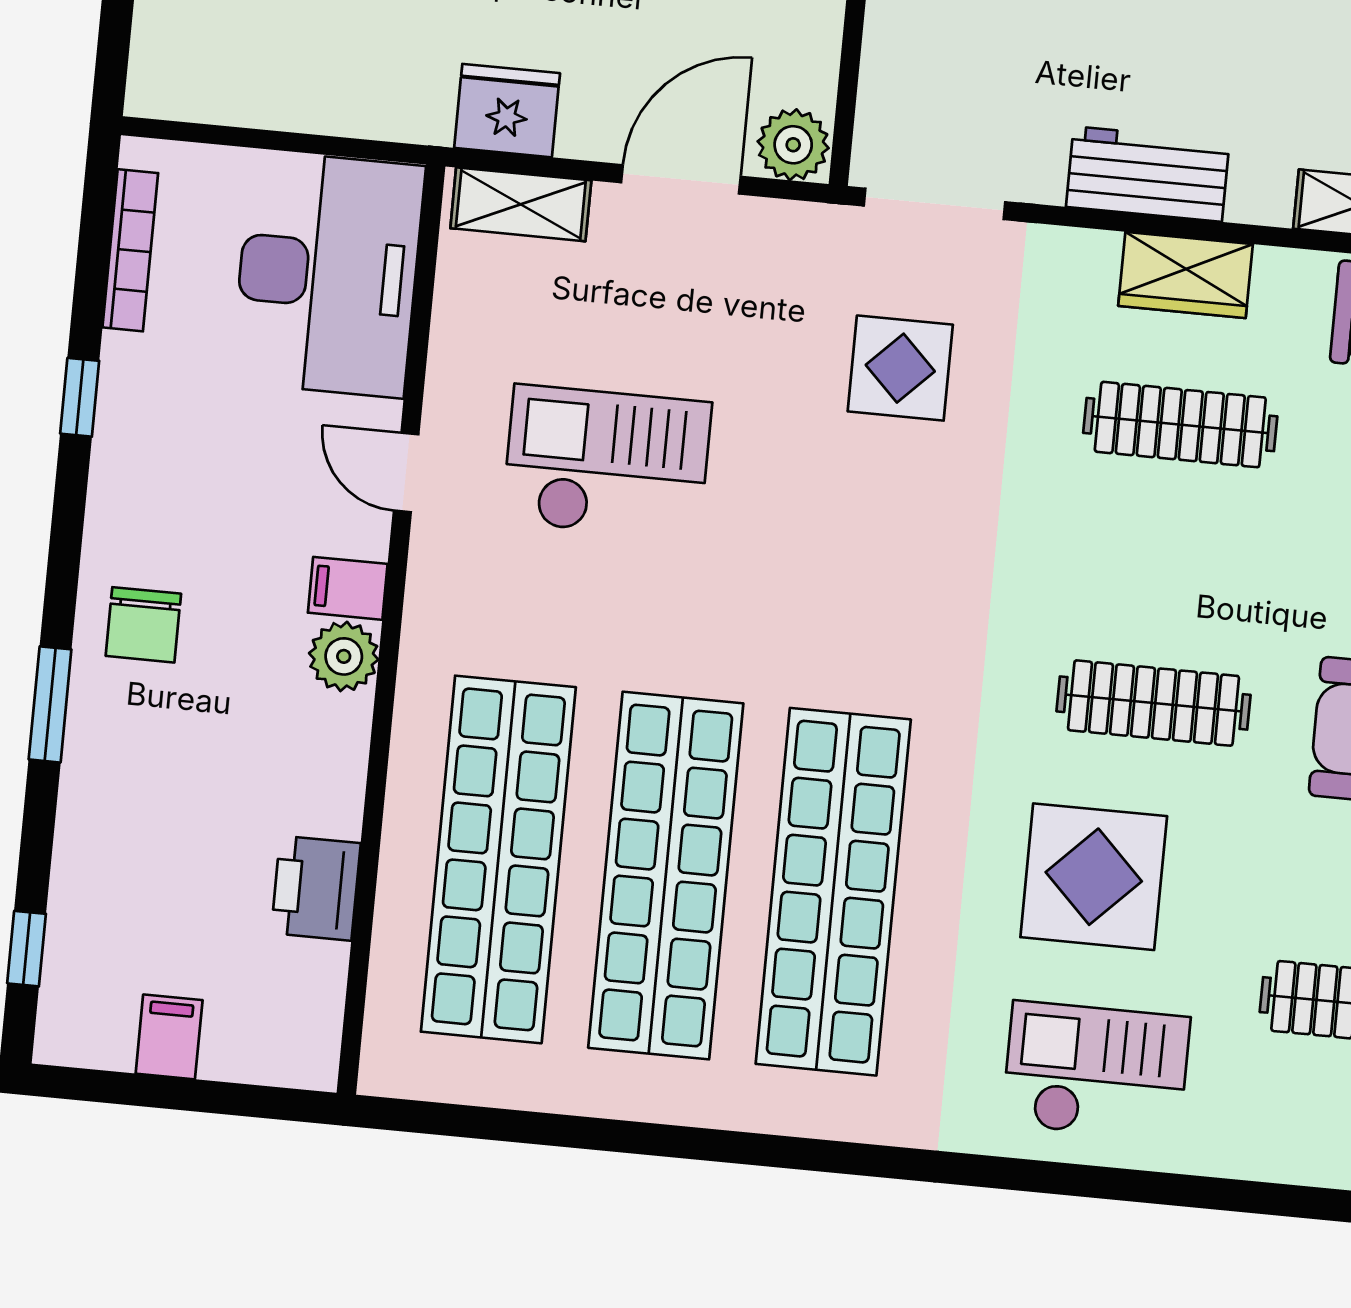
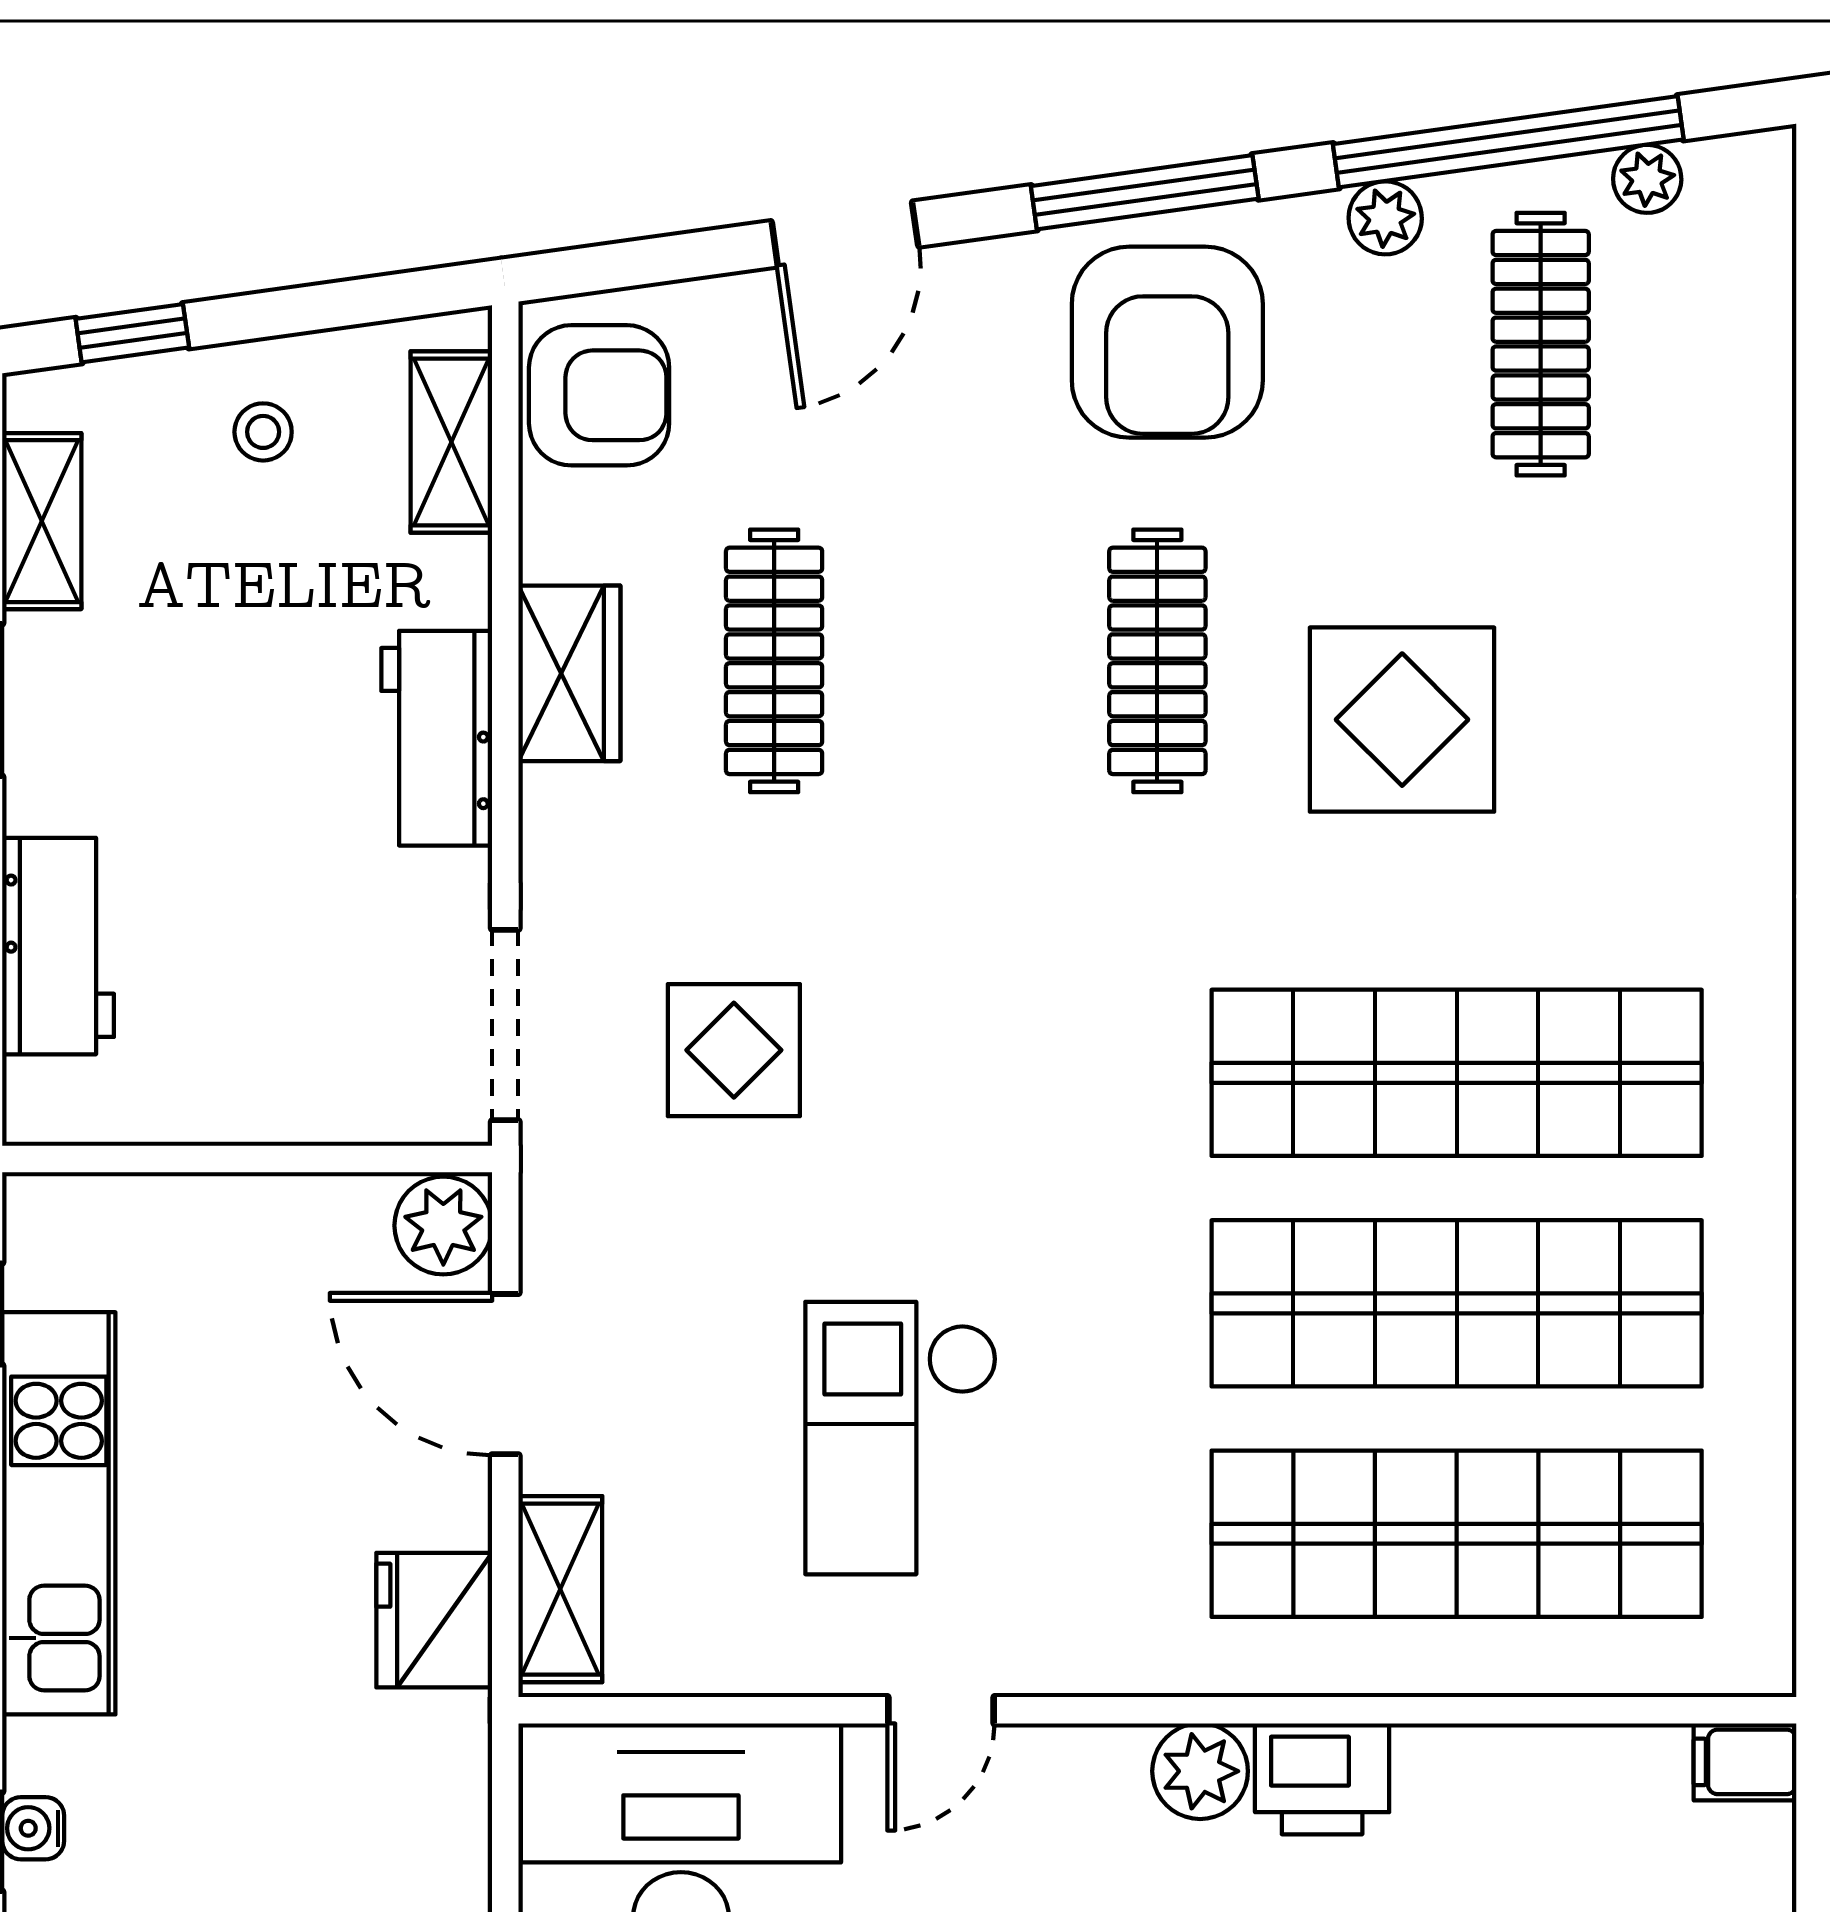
filing cabinet: (348, 588) -> (1745, 1762), moved, turned 90
printer: (316, 888) -> (1322, 1779), moved
checkout: (1096, 1071) -> (1667, 691), removed

